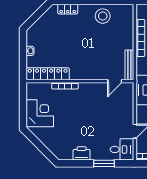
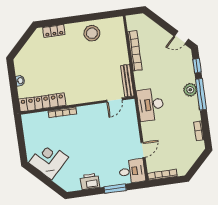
corner desk: (40, 113) -> (48, 160), moved, turned -45

